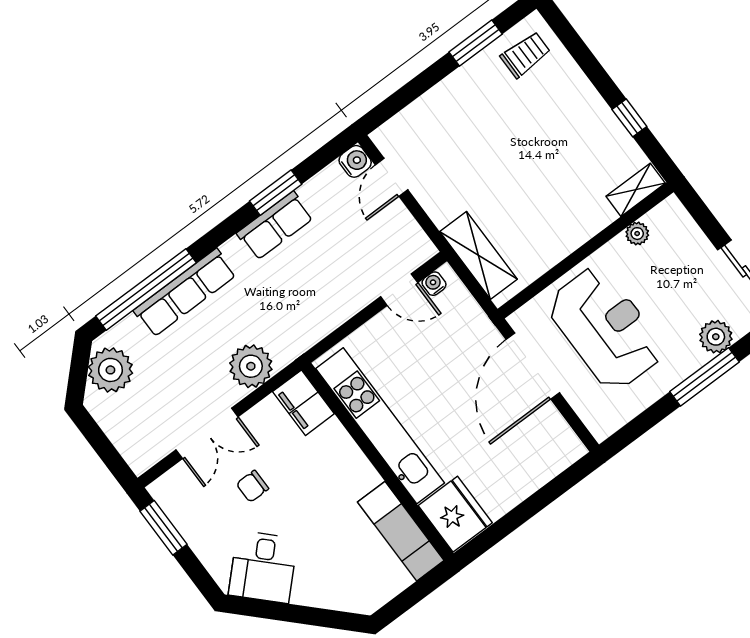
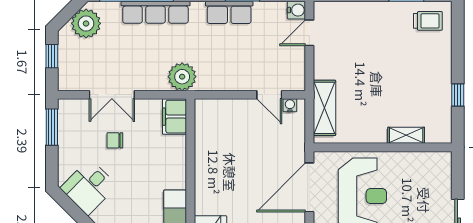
shelving: (636, 190) -> (406, 135), moved
plant: (637, 234) -> (416, 159), removed
plant: (251, 366) -> (182, 77), moved
kitchen unit: (380, 426) -> (206, 159), removed
window: (99, 441) -> (52, 56), added

